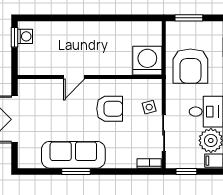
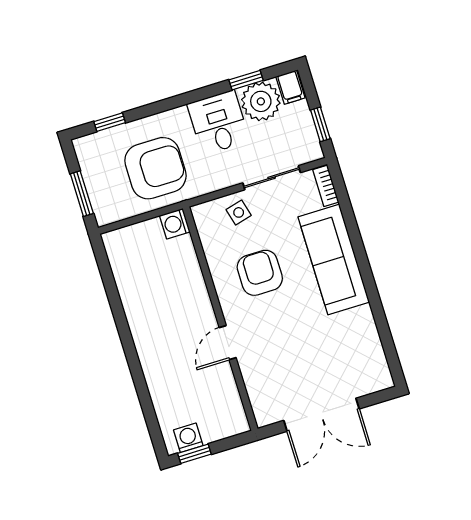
washing machine: (147, 61) -> (175, 224), width x0.53, depth x0.53
door: (74, 77) -> (228, 343), swing flipped
sofa: (73, 155) -> (334, 259), moved
window: (76, 172) -> (373, 295), removed

